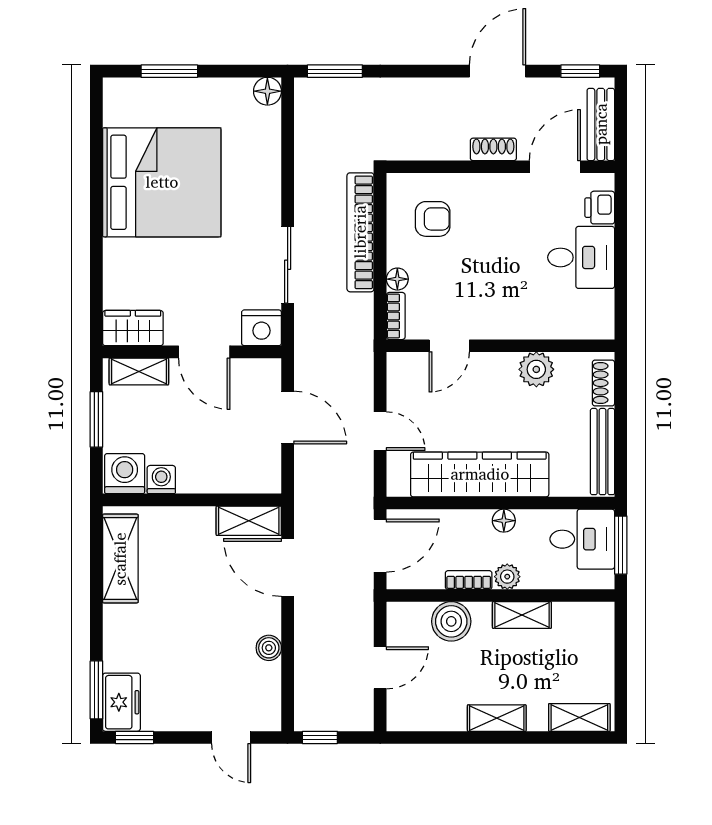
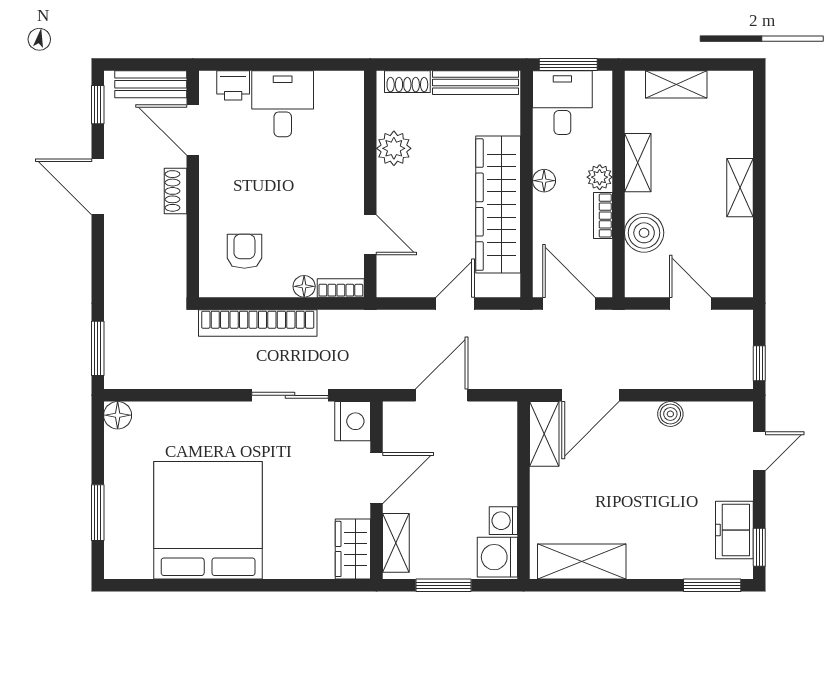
freezer: (121, 702) -> (734, 530), moved, turned -90
shelving: (579, 717) -> (676, 84), moved, turned 90

